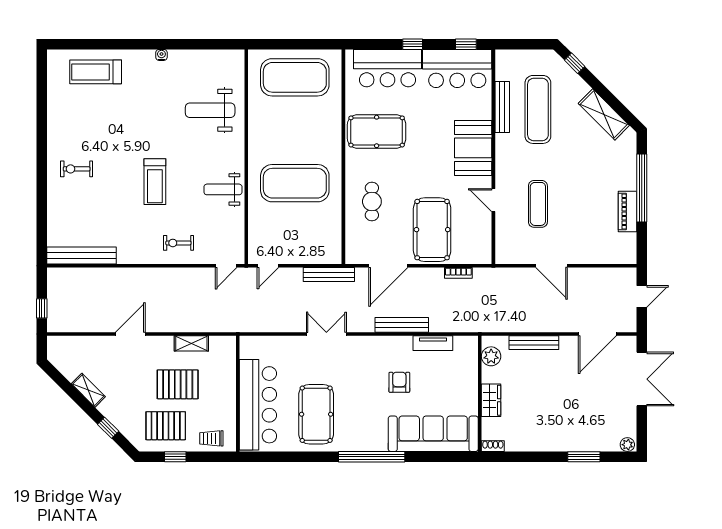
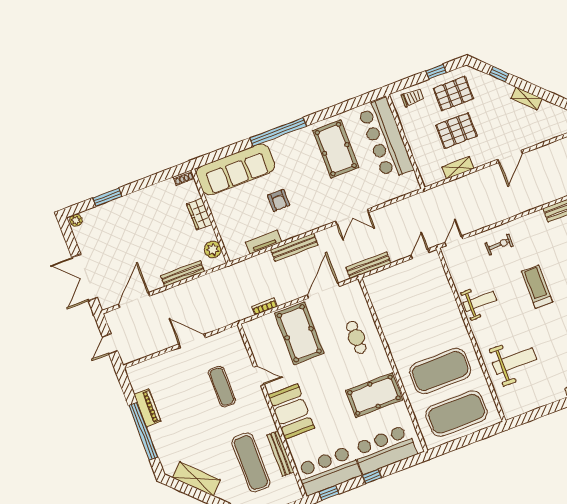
exercise mat: (295, 183) -> (440, 371), moved

